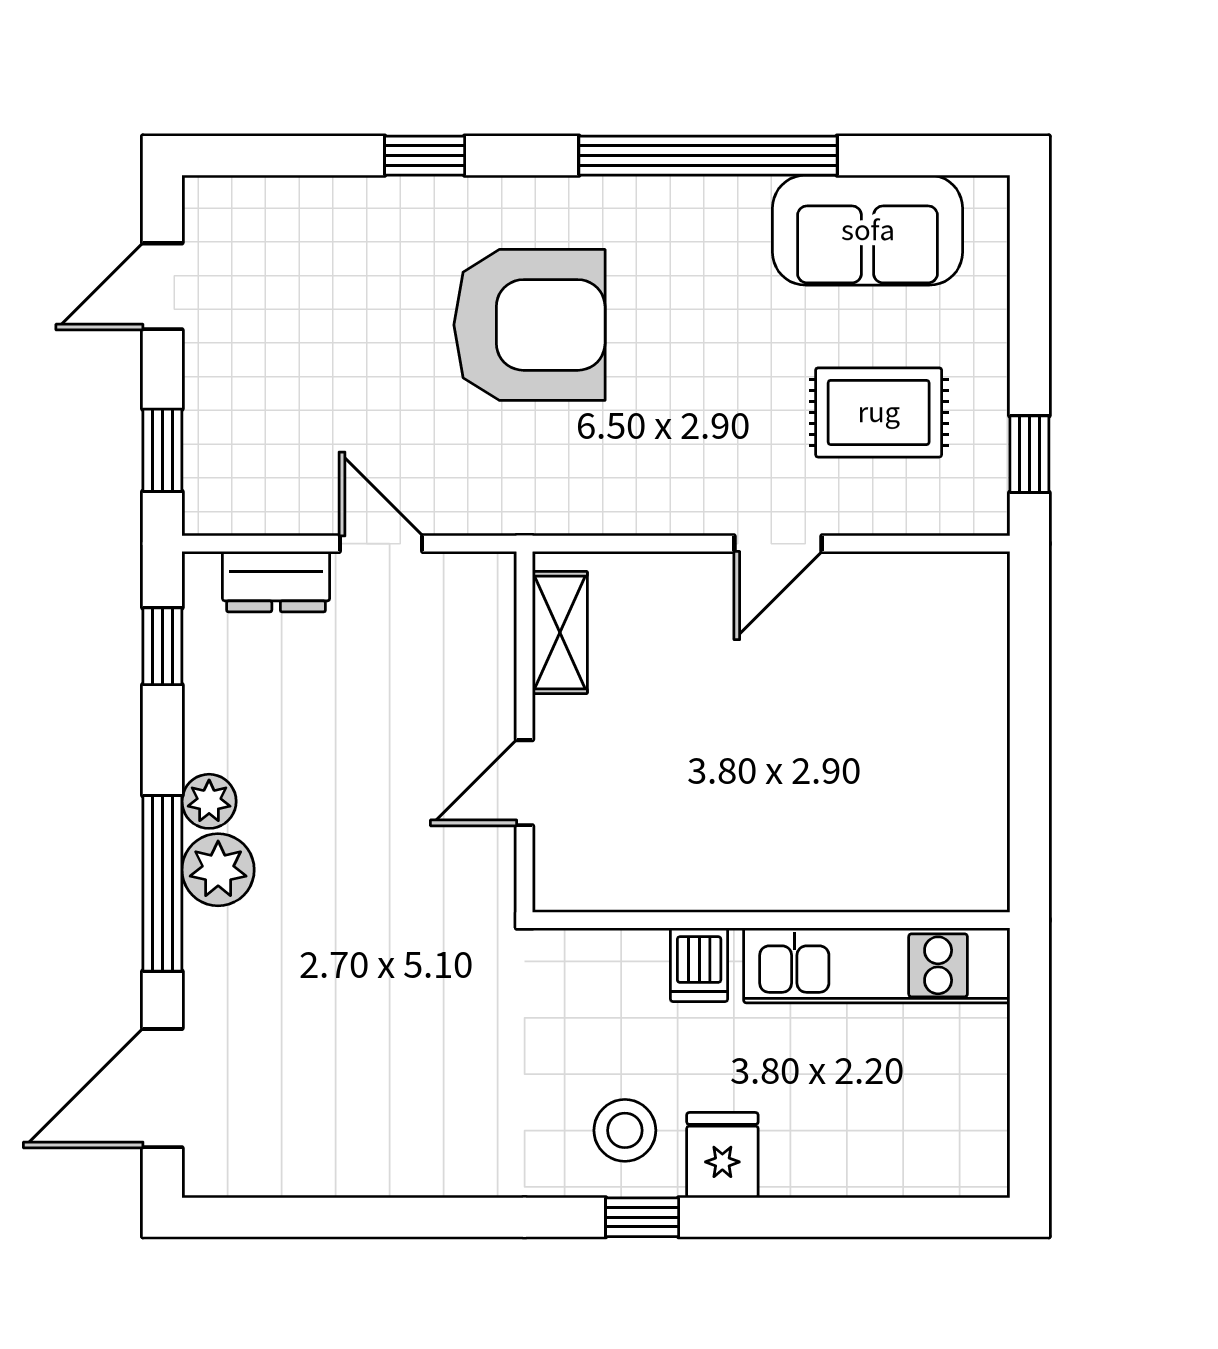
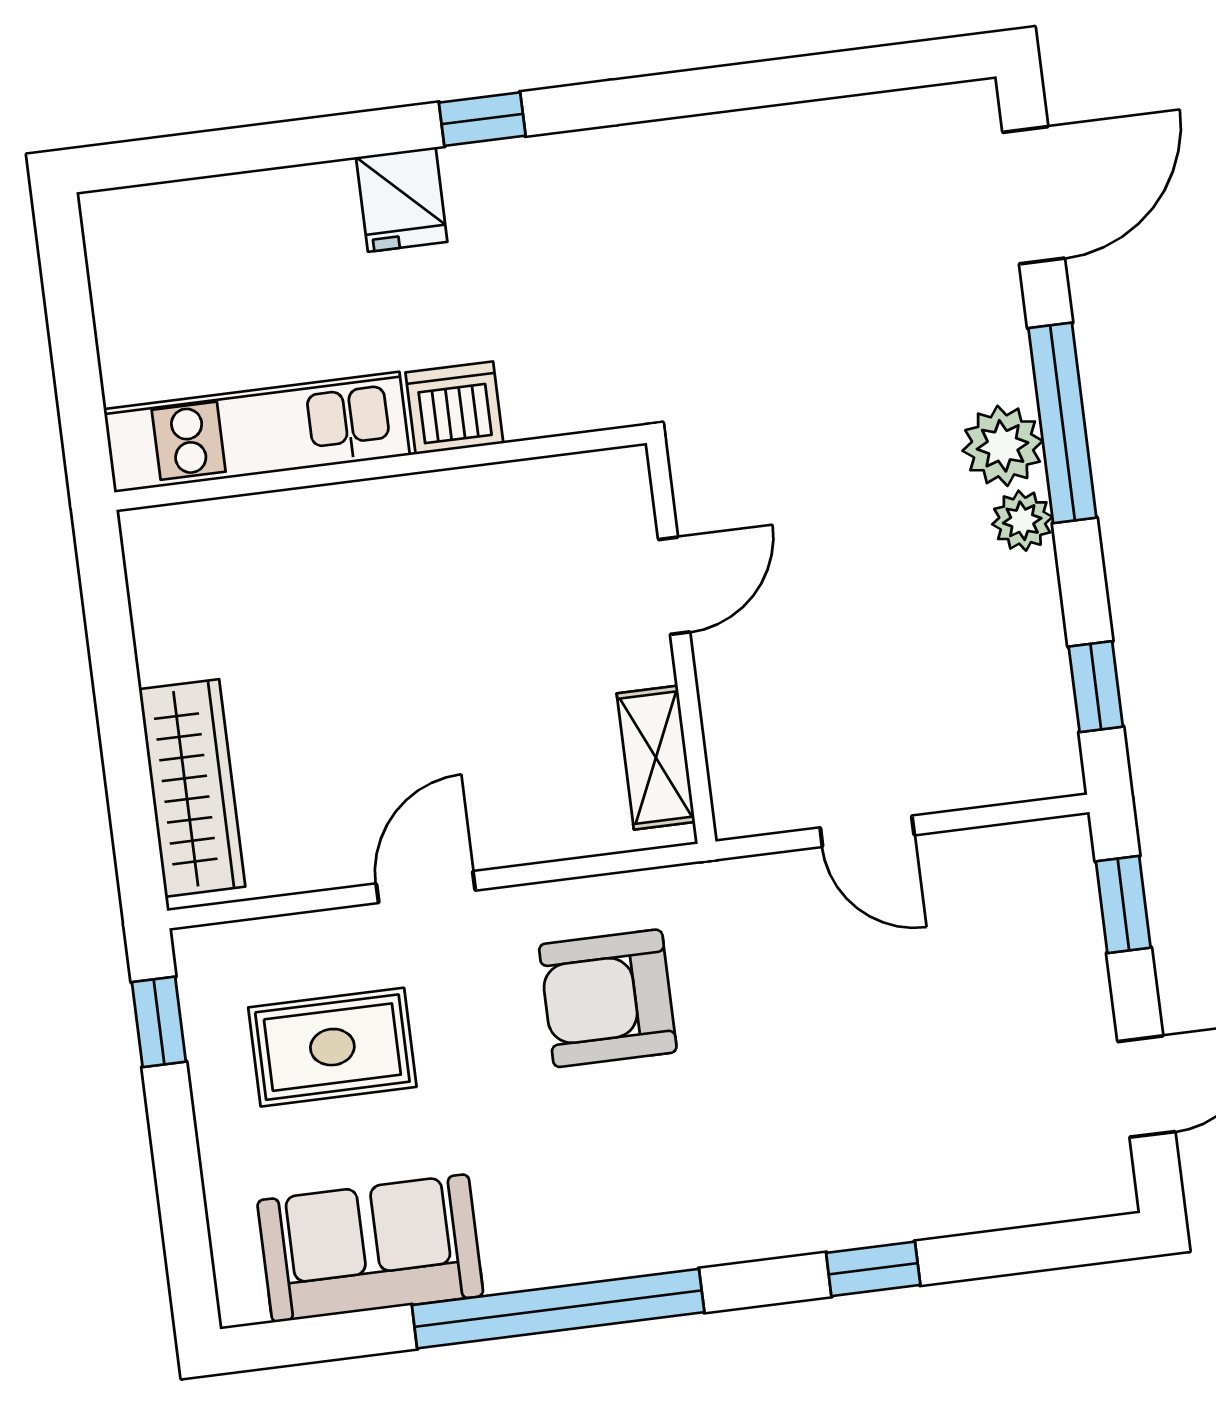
armchair: (530, 325) -> (608, 998), moved, width x0.73, depth x0.73
dresser: (276, 582) -> (979, 774), removed
wardrobe: (974, 658) -> (192, 788), added
dishwasher: (699, 965) -> (454, 408), width x1.38
stool: (625, 1130) -> (514, 213), removed

